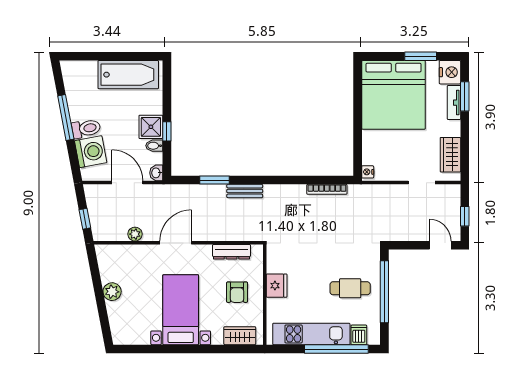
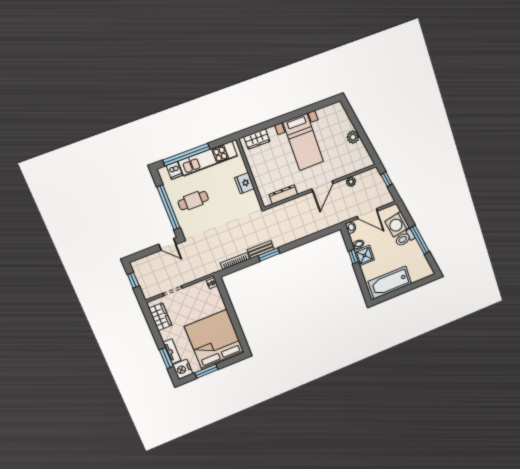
window: (215, 180) -> (269, 254), moved
bench: (245, 191) -> (261, 249), moved
door: (440, 245) -> (167, 244), moved
armchair: (237, 292) -> (270, 168), removed

